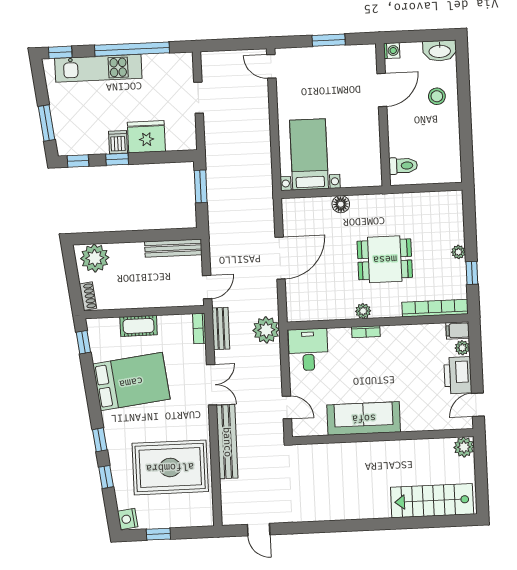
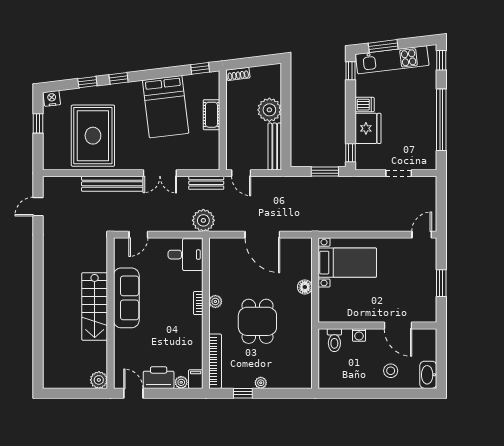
washing machine: (392, 51) -> (359, 335), moved
kitchen unit: (98, 68) -> (392, 60), moved, turned -97
window: (117, 159) -> (351, 153), moved
plant: (95, 258) -> (269, 110), moved
bookcase: (199, 328) -> (207, 165), removed
stairs: (432, 501) -> (95, 306), moved, turned 180

